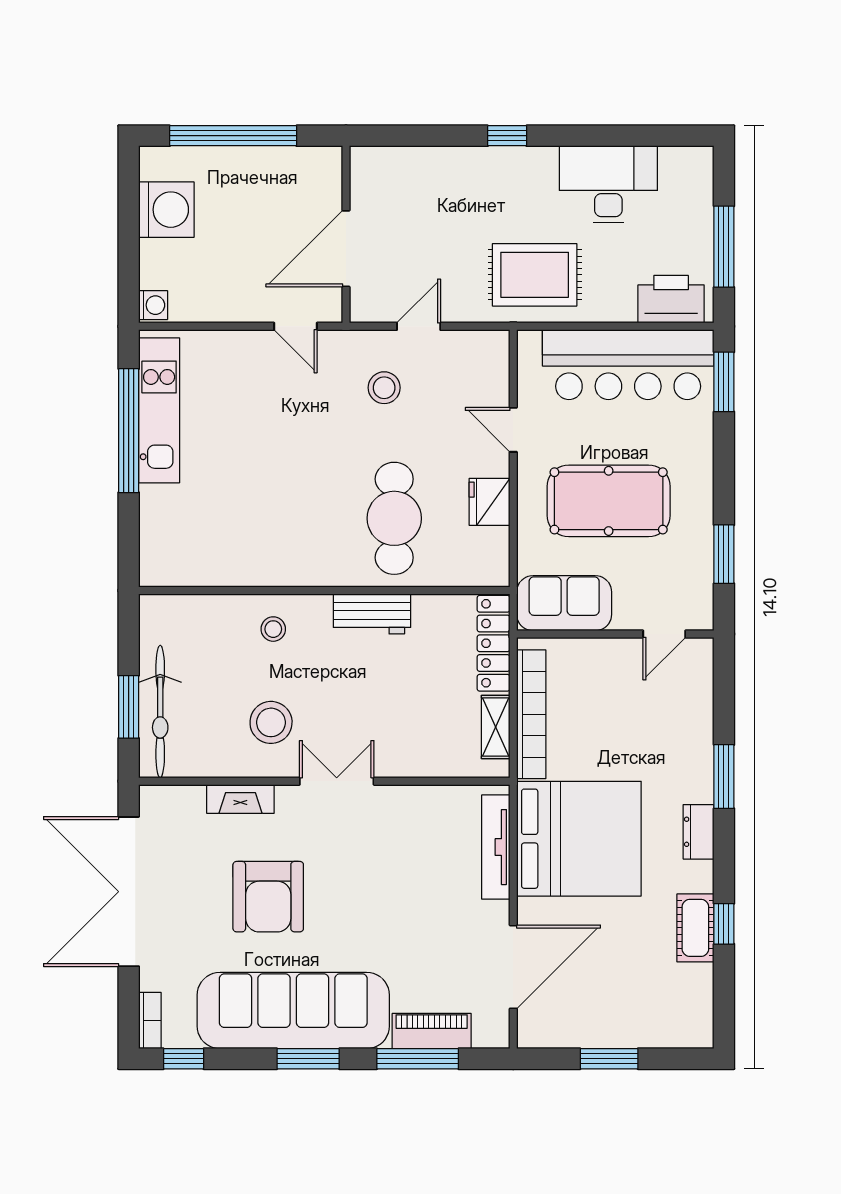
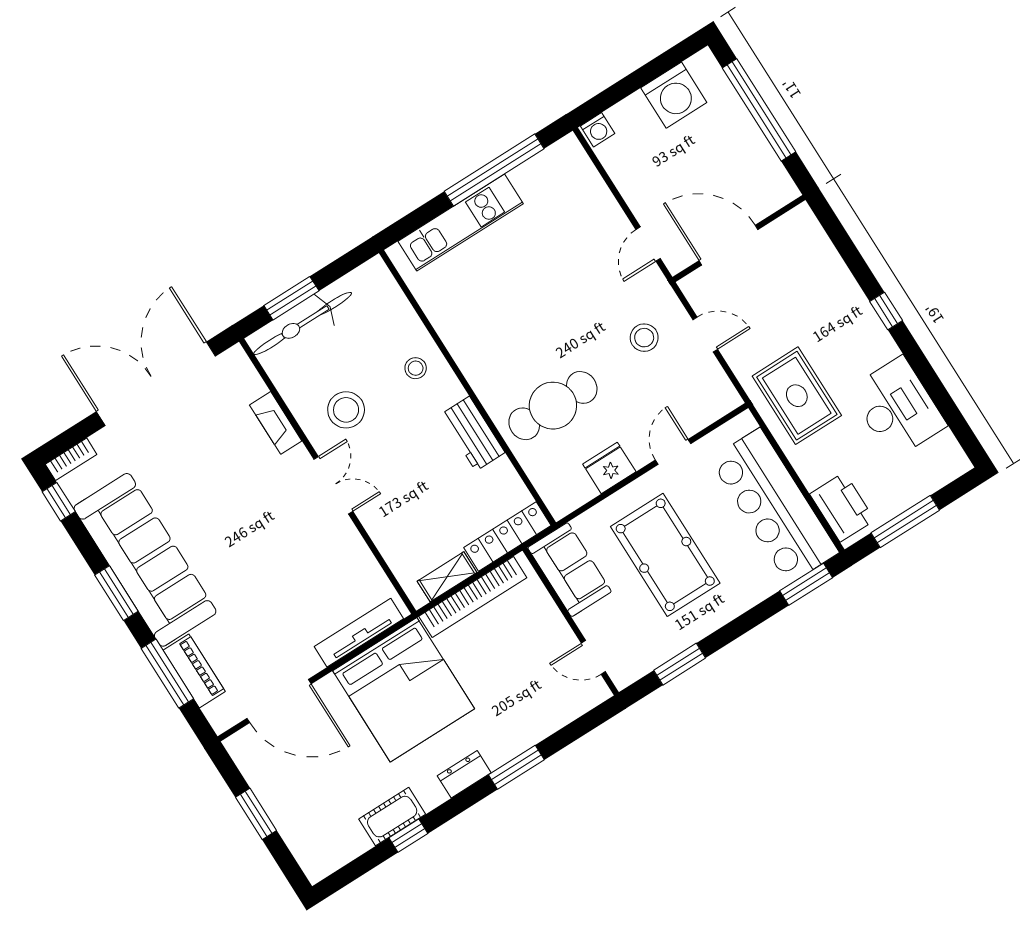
kitchen unit: (159, 410) -> (461, 222), moved
armchair: (268, 897) -> (217, 489), removed

